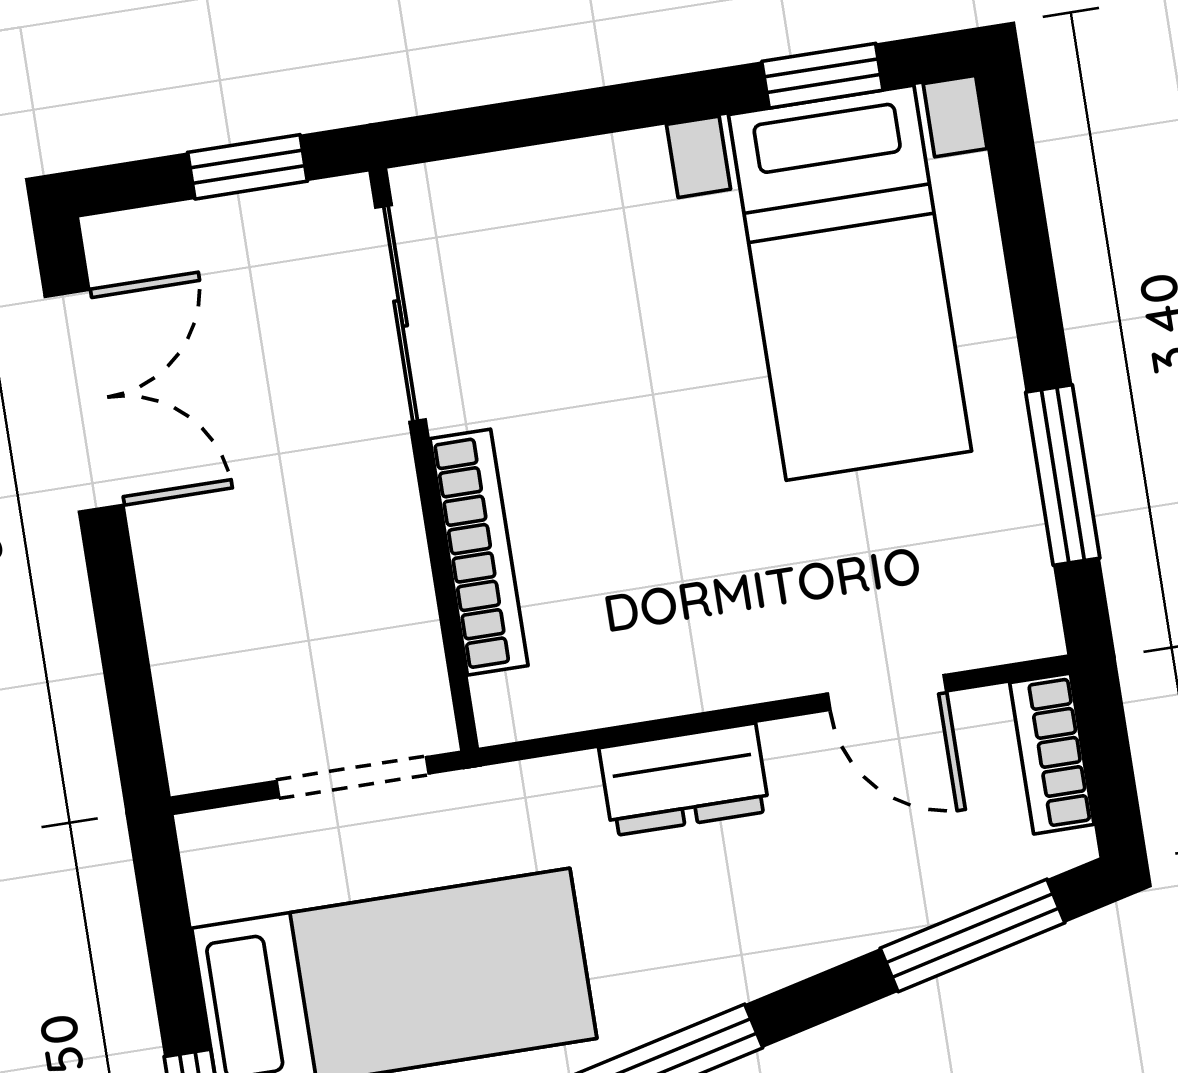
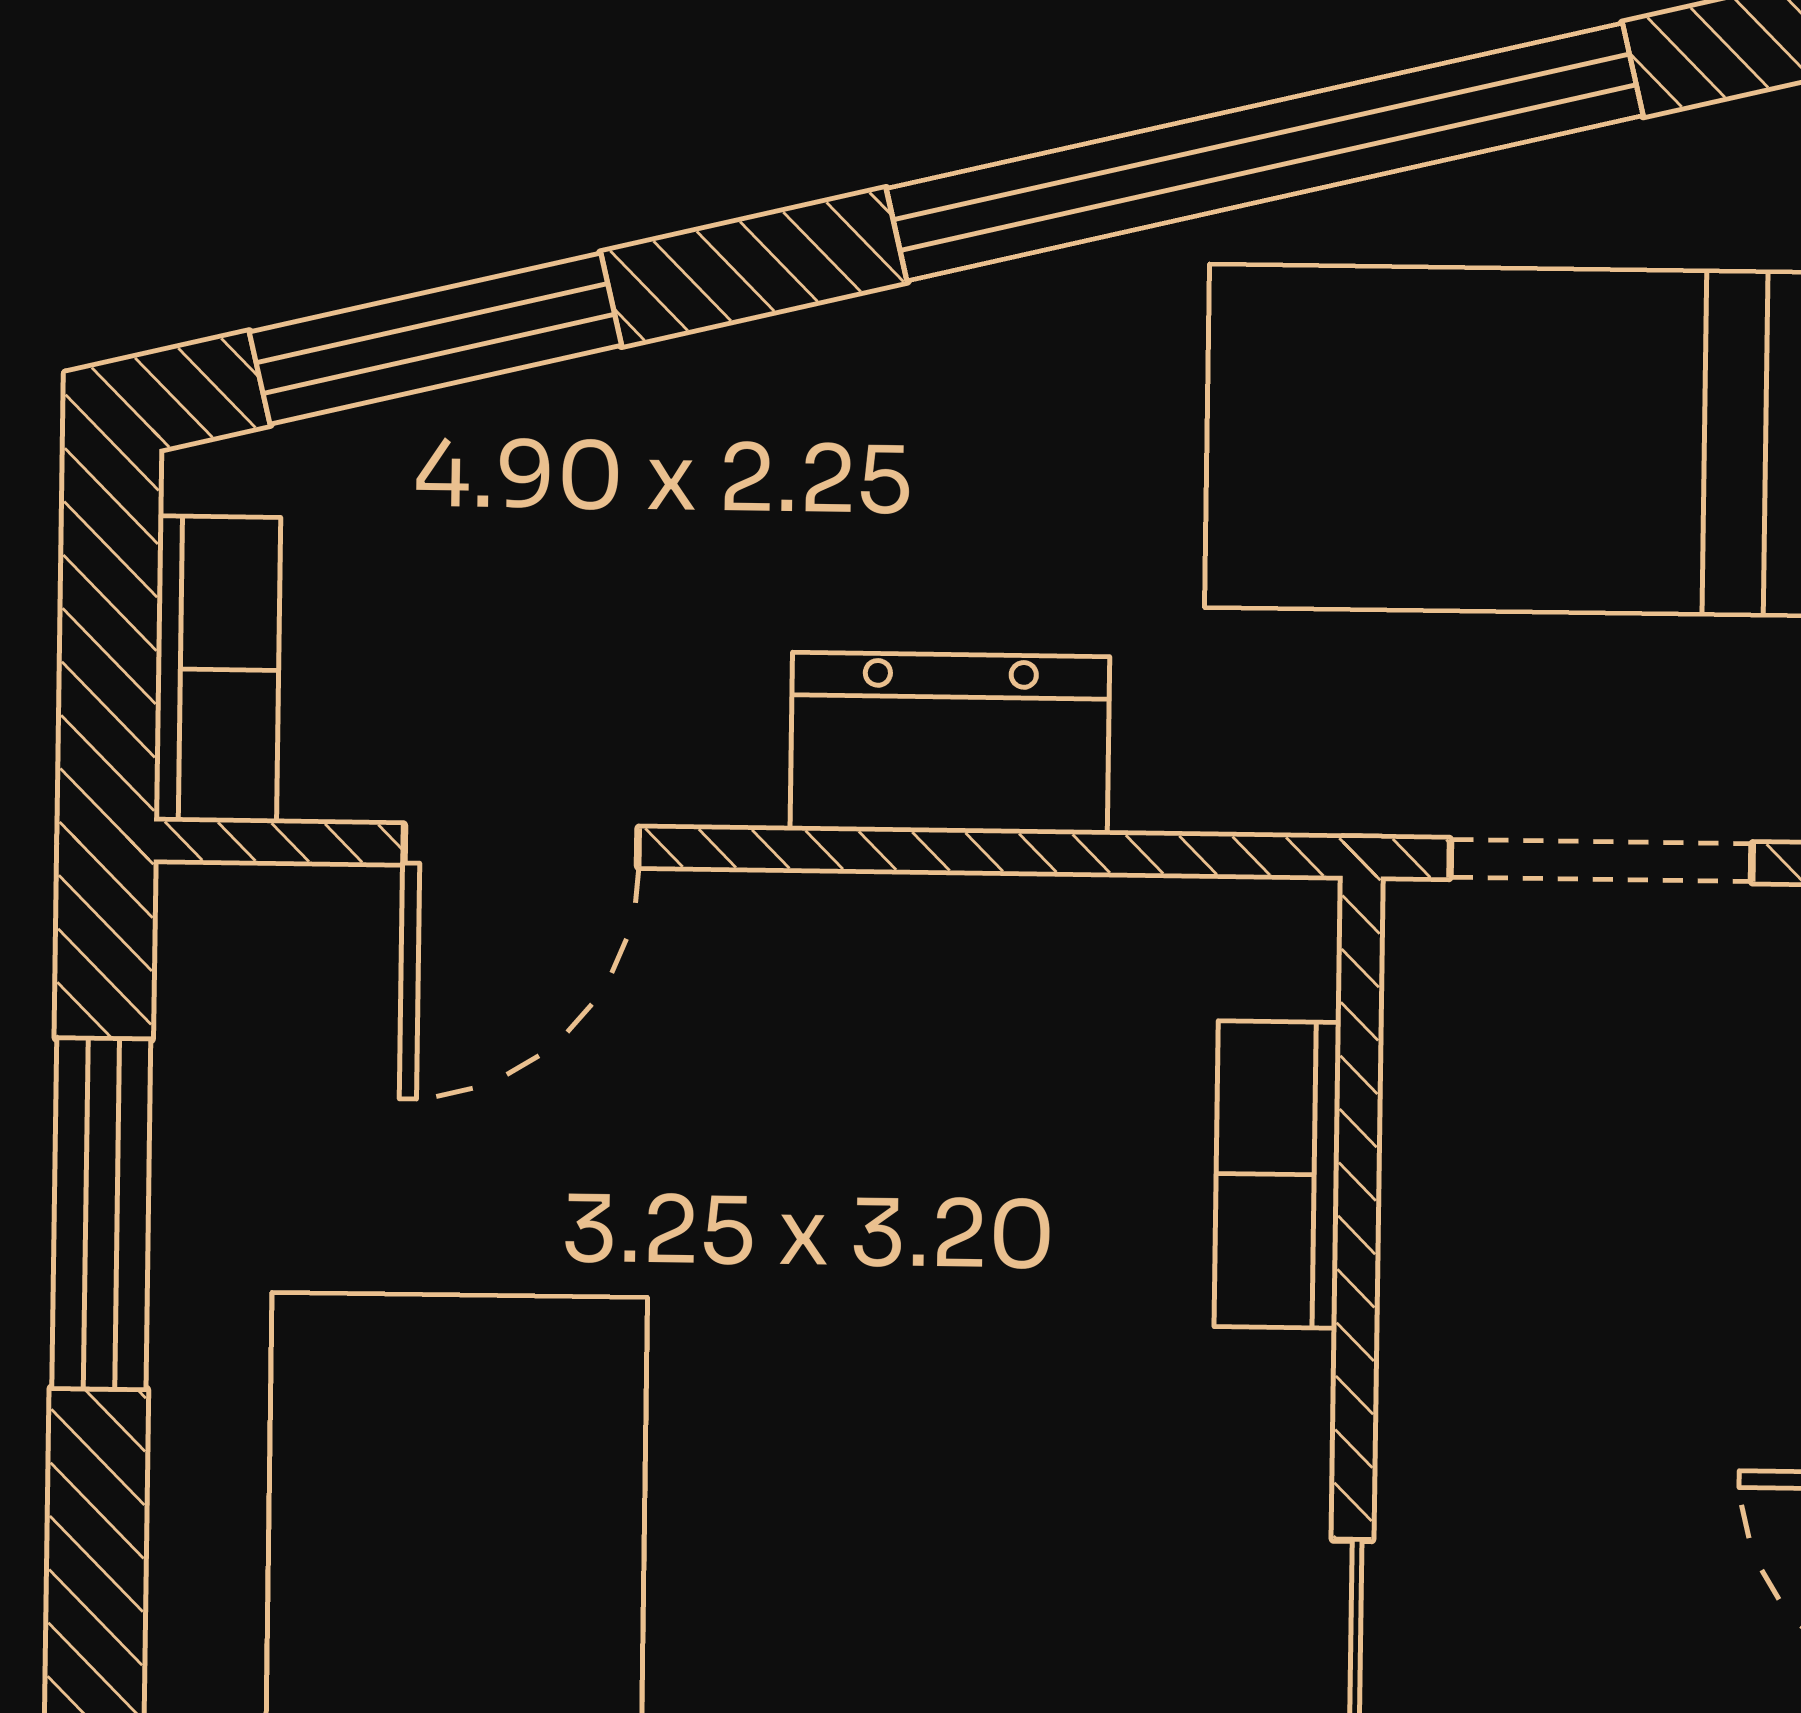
bookcase: (479, 552) -> (1277, 1174), width x0.64
door: (887, 693) -> (521, 846), swing flipped

